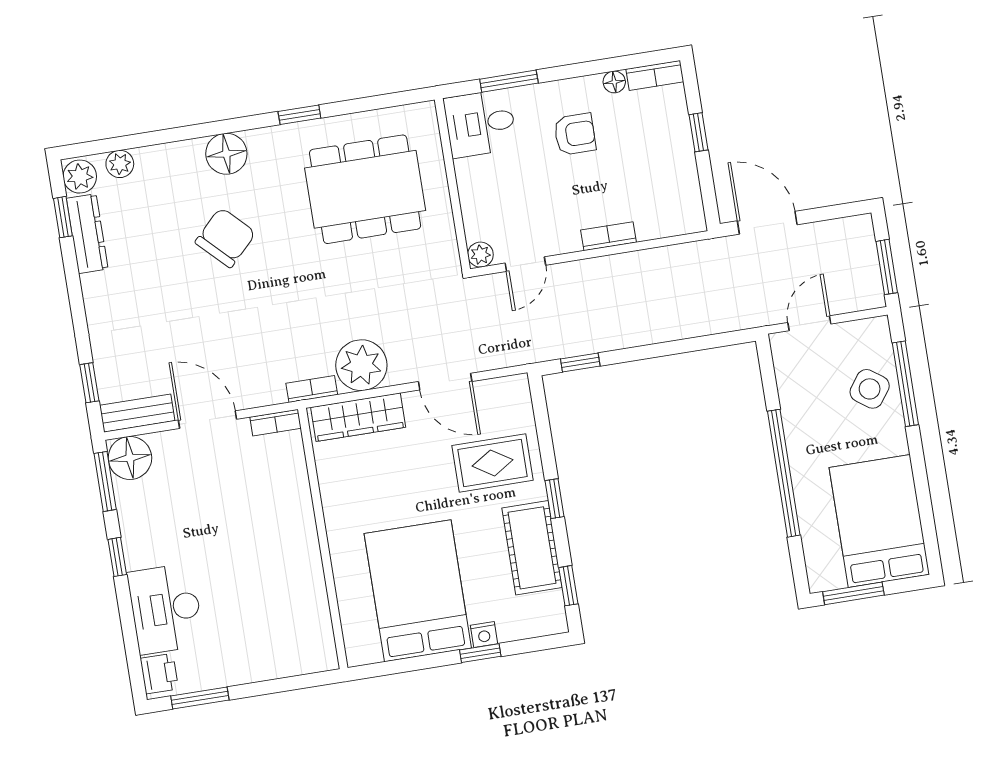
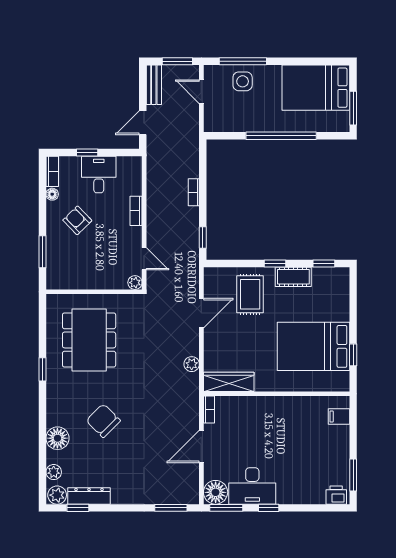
desk: (480, 123) -> (99, 175), moved, turned 180
armchair: (575, 134) -> (77, 220), turned -44
floor lamp: (226, 154) -> (57, 438), moved
door: (767, 223) -> (143, 123), width x0.73
door: (809, 323) -> (201, 92), moved
plant: (361, 365) -> (192, 364), width x0.53, depth x0.53
window: (89, 383) -> (171, 508), width x1.50
bookcase: (312, 389) -> (194, 192), moved
side table: (870, 389) -> (243, 81), turned -36
bench: (137, 413) -> (154, 85), moved
wardrobe: (358, 417) -> (229, 382), moved, turned -90
cot: (532, 548) -> (293, 277), width x0.73, depth x0.75
desk: (166, 609) -> (252, 486), moved
nightstand: (484, 635) -> (343, 314), removed
window: (480, 653) -> (353, 355), moved
filing cabinet: (300, 656) -> (339, 417), added

